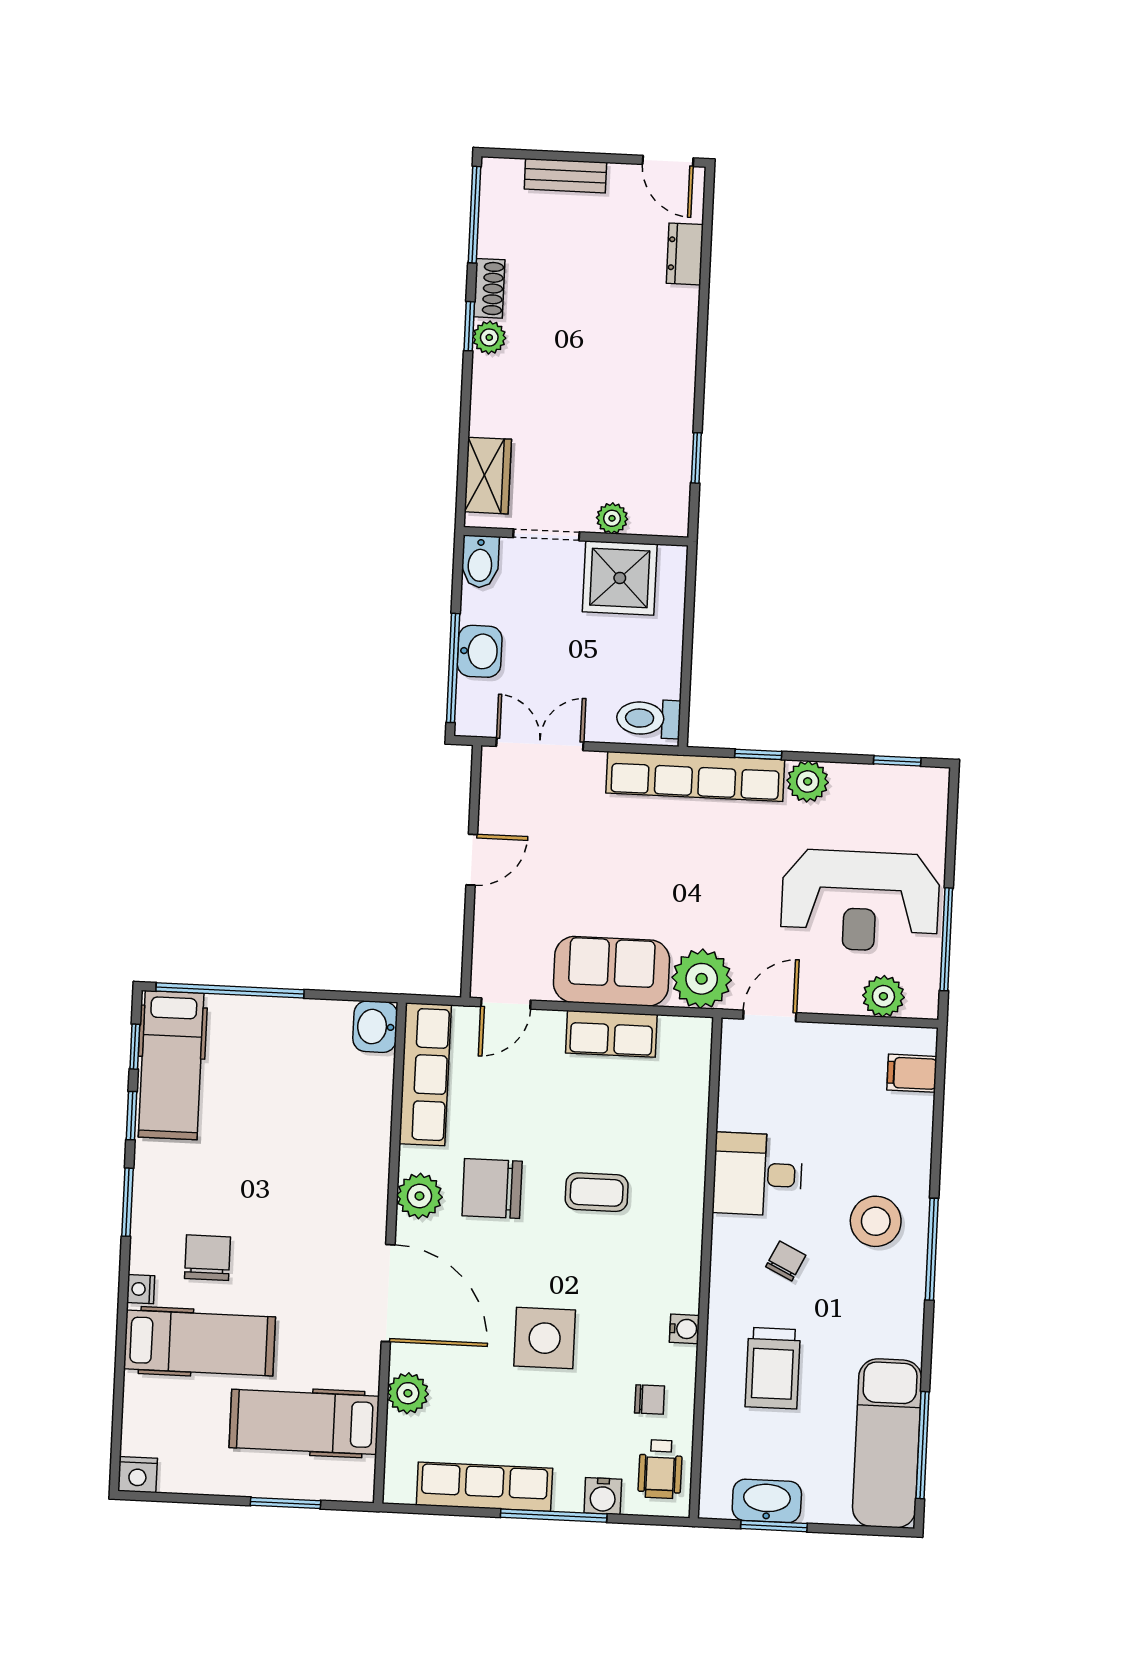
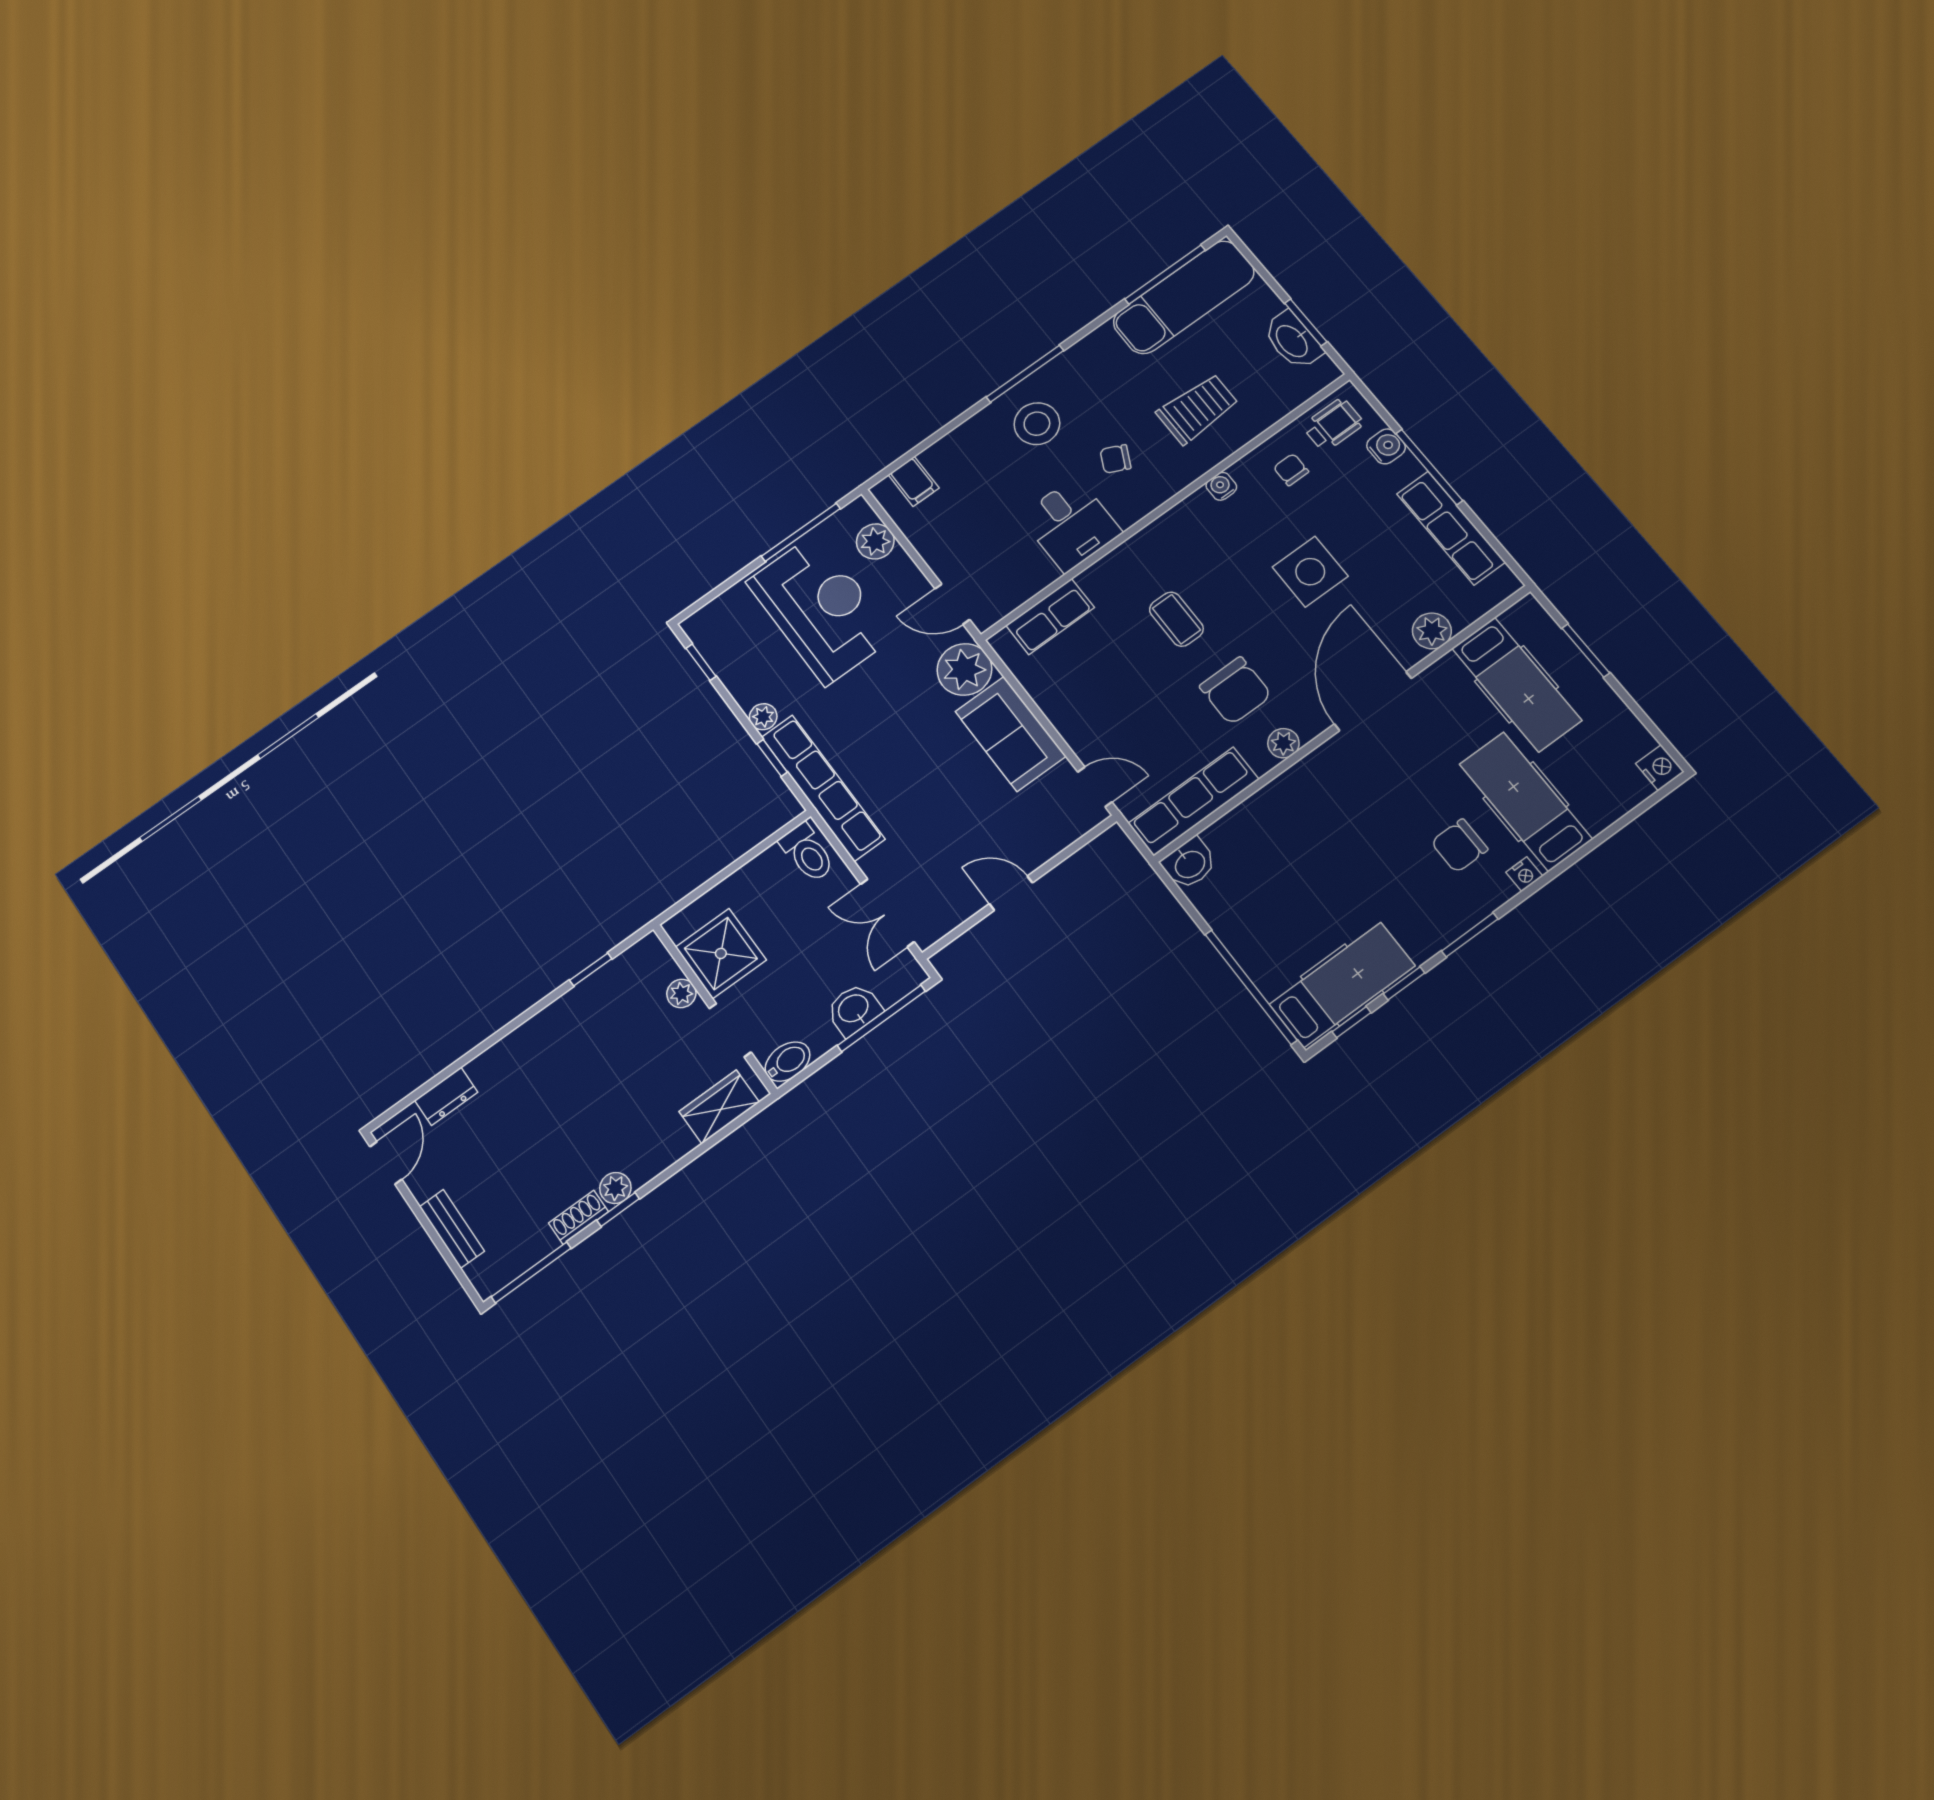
plant: (808, 781) -> (763, 717), width x0.73, depth x0.73
row of seats: (611, 1034) -> (1050, 616), moved, turned 90
plant: (419, 1196) -> (1283, 743), width x0.73, depth x0.73

